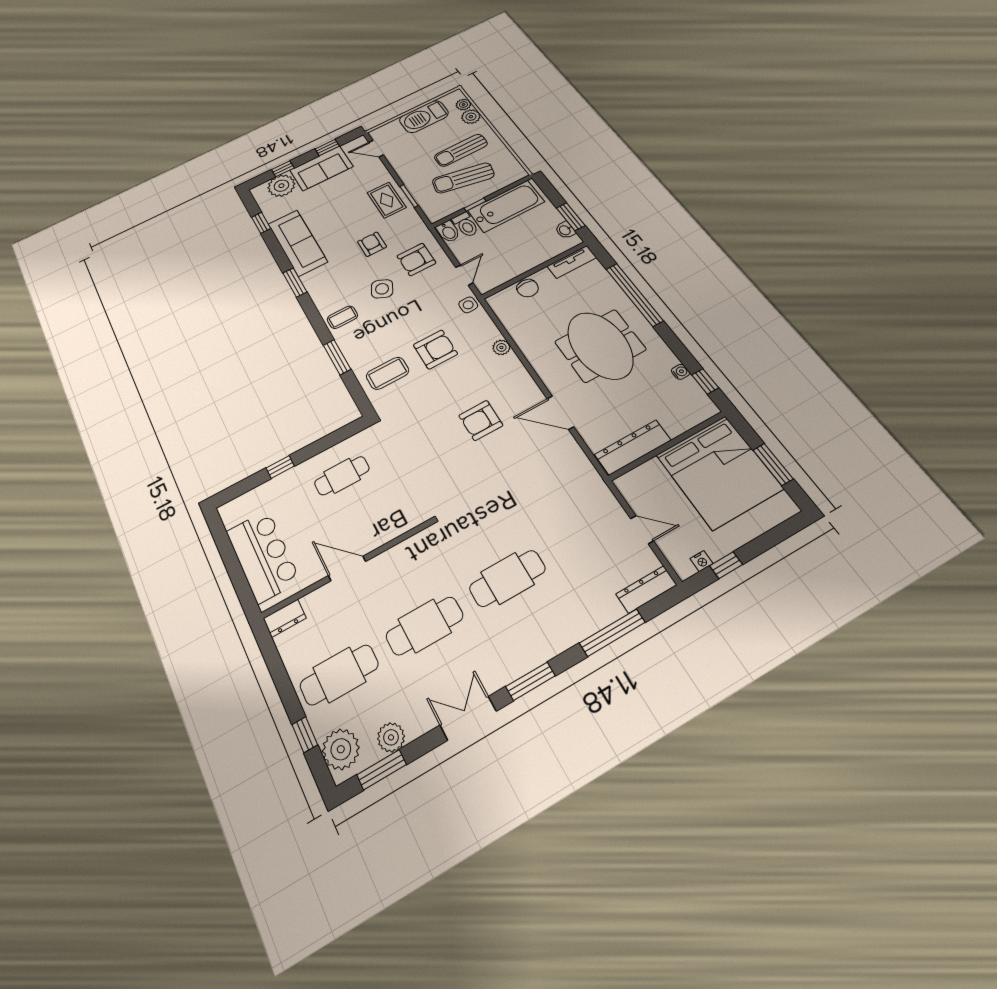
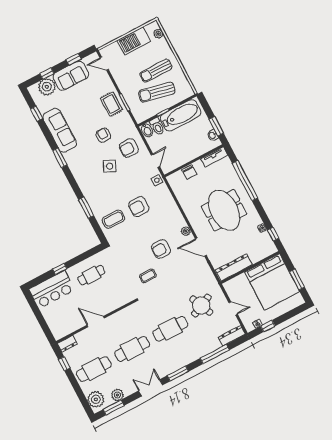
plant: (471, 117) -> (163, 44), removed
coffee table: (342, 317) -> (148, 276), moved
plant: (501, 347) -> (186, 231), moved
armchair: (435, 349) -> (139, 207), turned 180
round table: (572, 526) -> (201, 306), added
bar counter: (263, 556) -> (52, 290), moved, turned 90
window: (305, 735) -> (64, 364), moved

